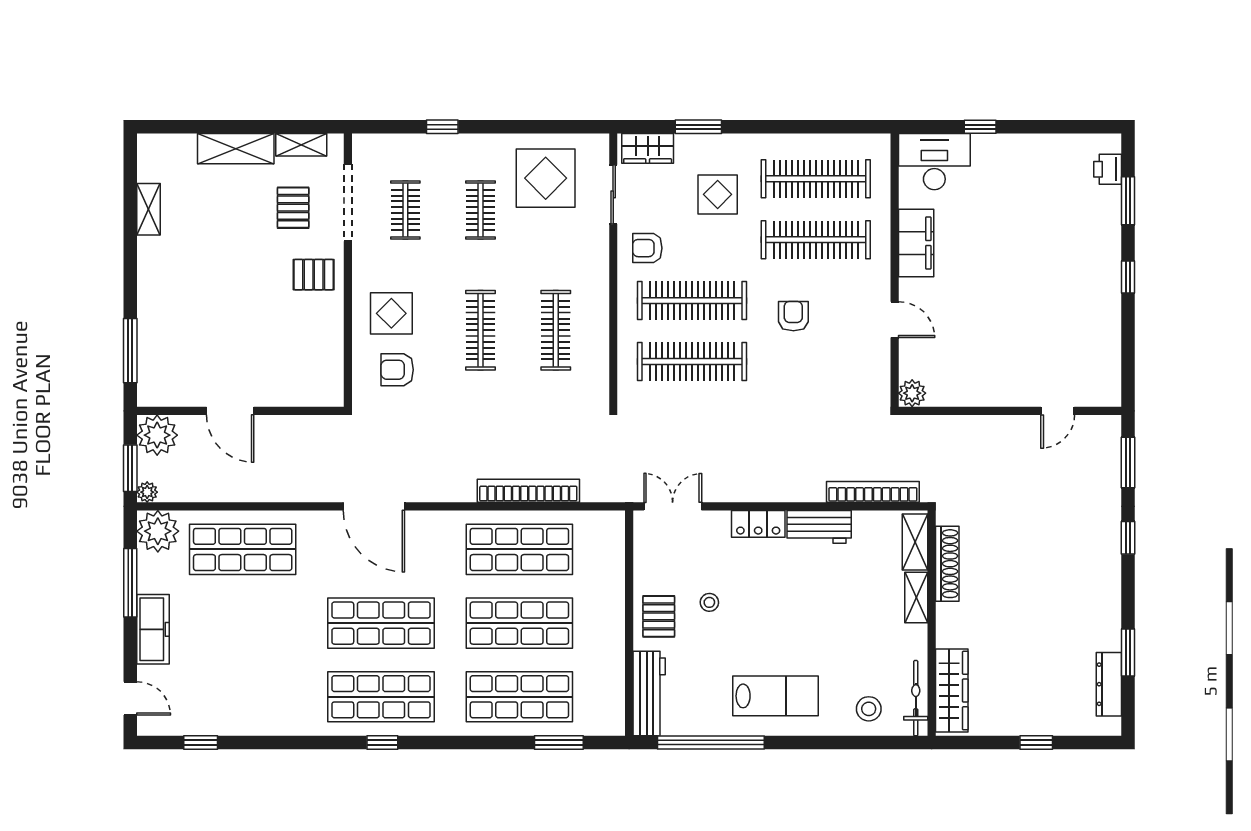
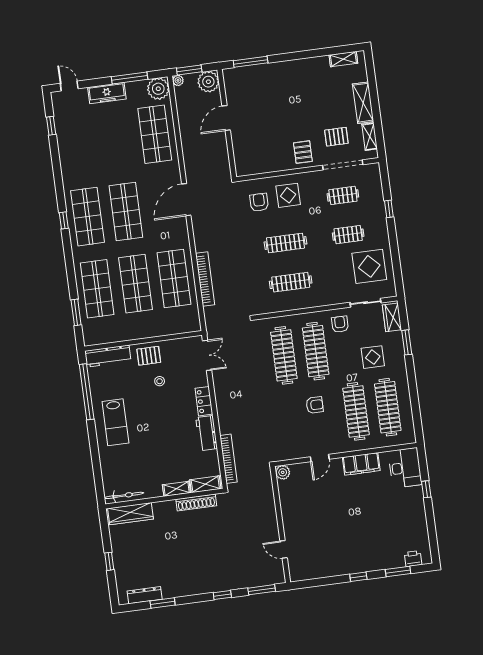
shelving: (148, 209) -> (343, 59), moved
door: (130, 698) -> (69, 86), swing flipped
stool: (869, 709) -> (115, 472), removed

